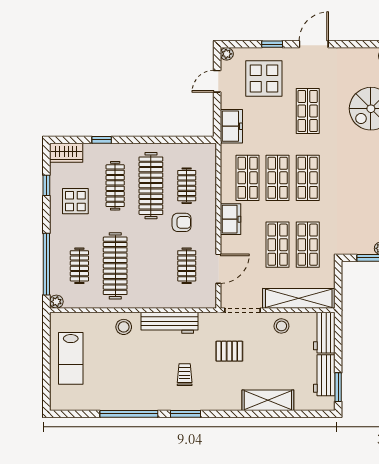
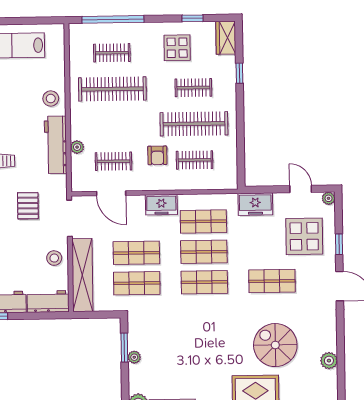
clothes rail: (115, 186) -> (193, 88), width x0.73
plant: (56, 302) -> (77, 147), moved

